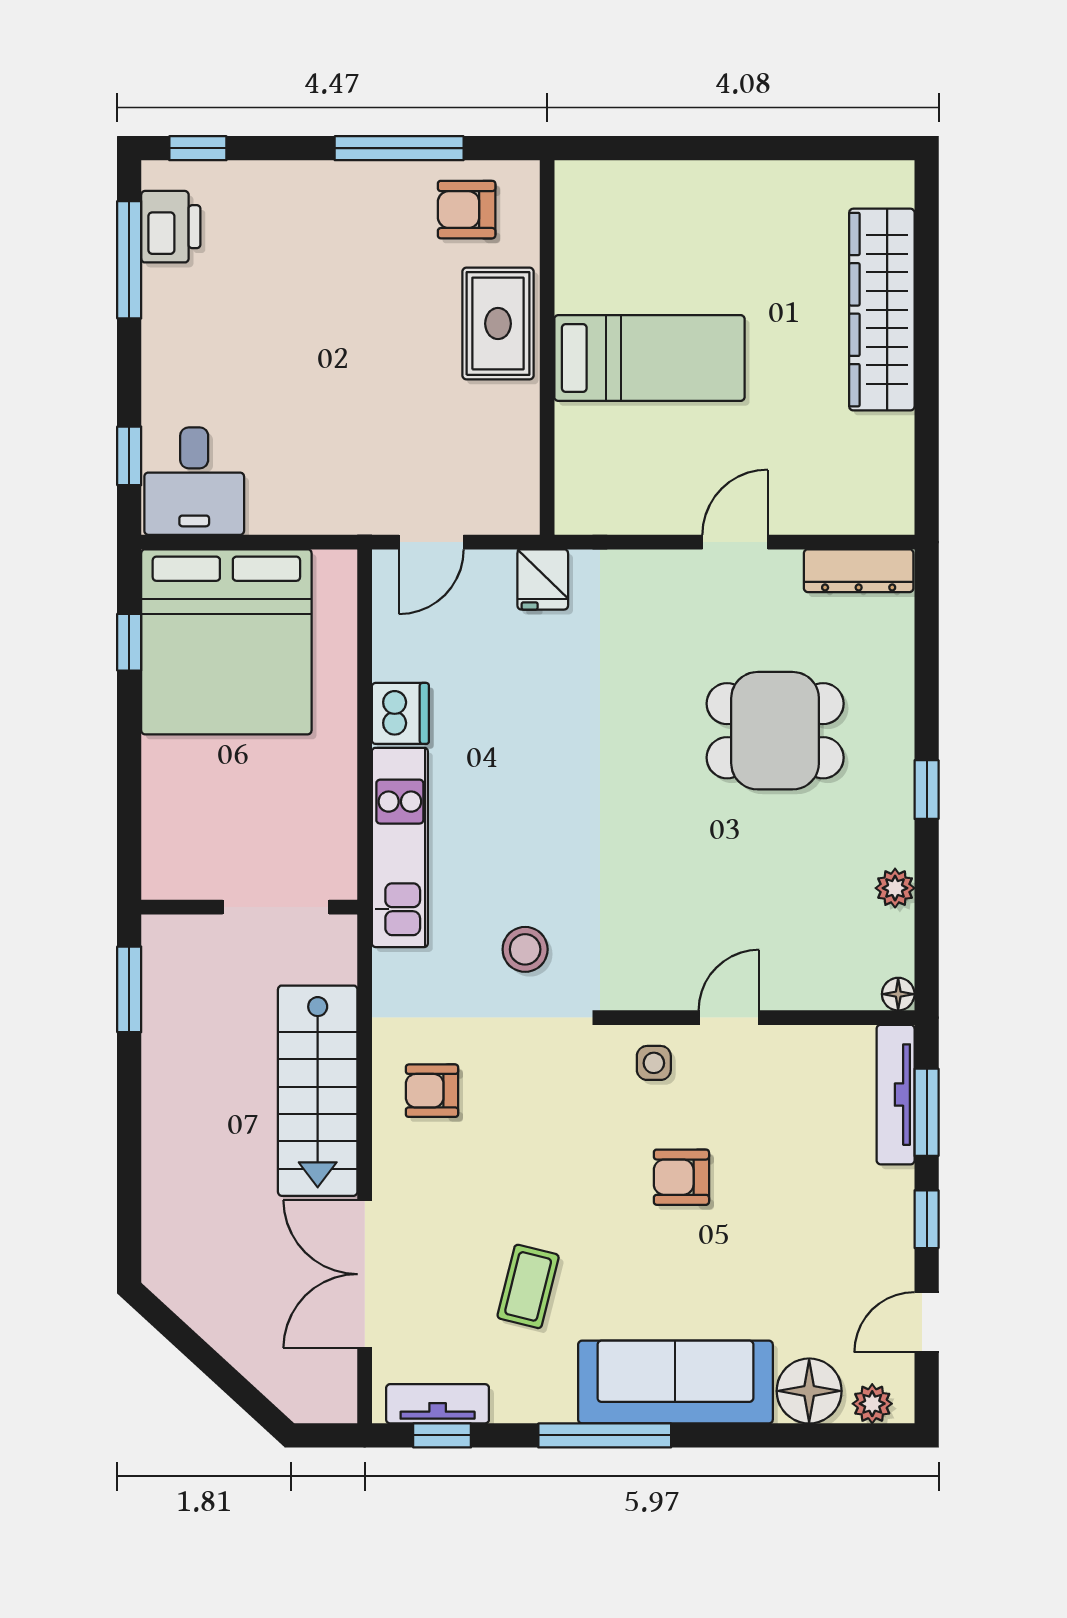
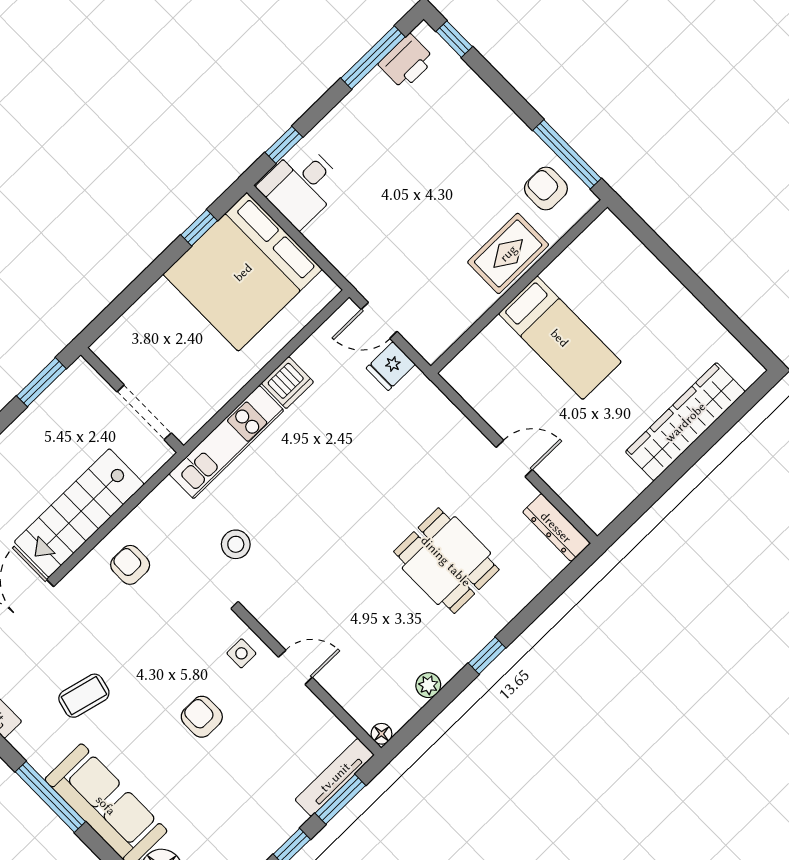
window: (399, 148) -> (567, 154), moved
fridge: (543, 579) -> (391, 366), moved

